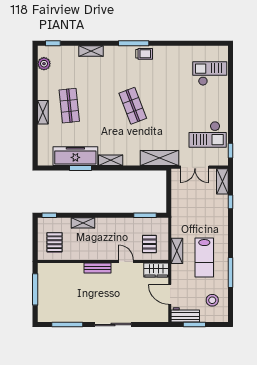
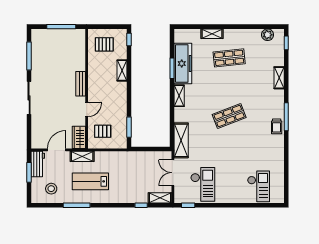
shelving: (43, 112) -> (212, 34), moved
checkout: (208, 134) -> (203, 184), turned 180
shelving: (177, 251) -> (82, 156), moved

